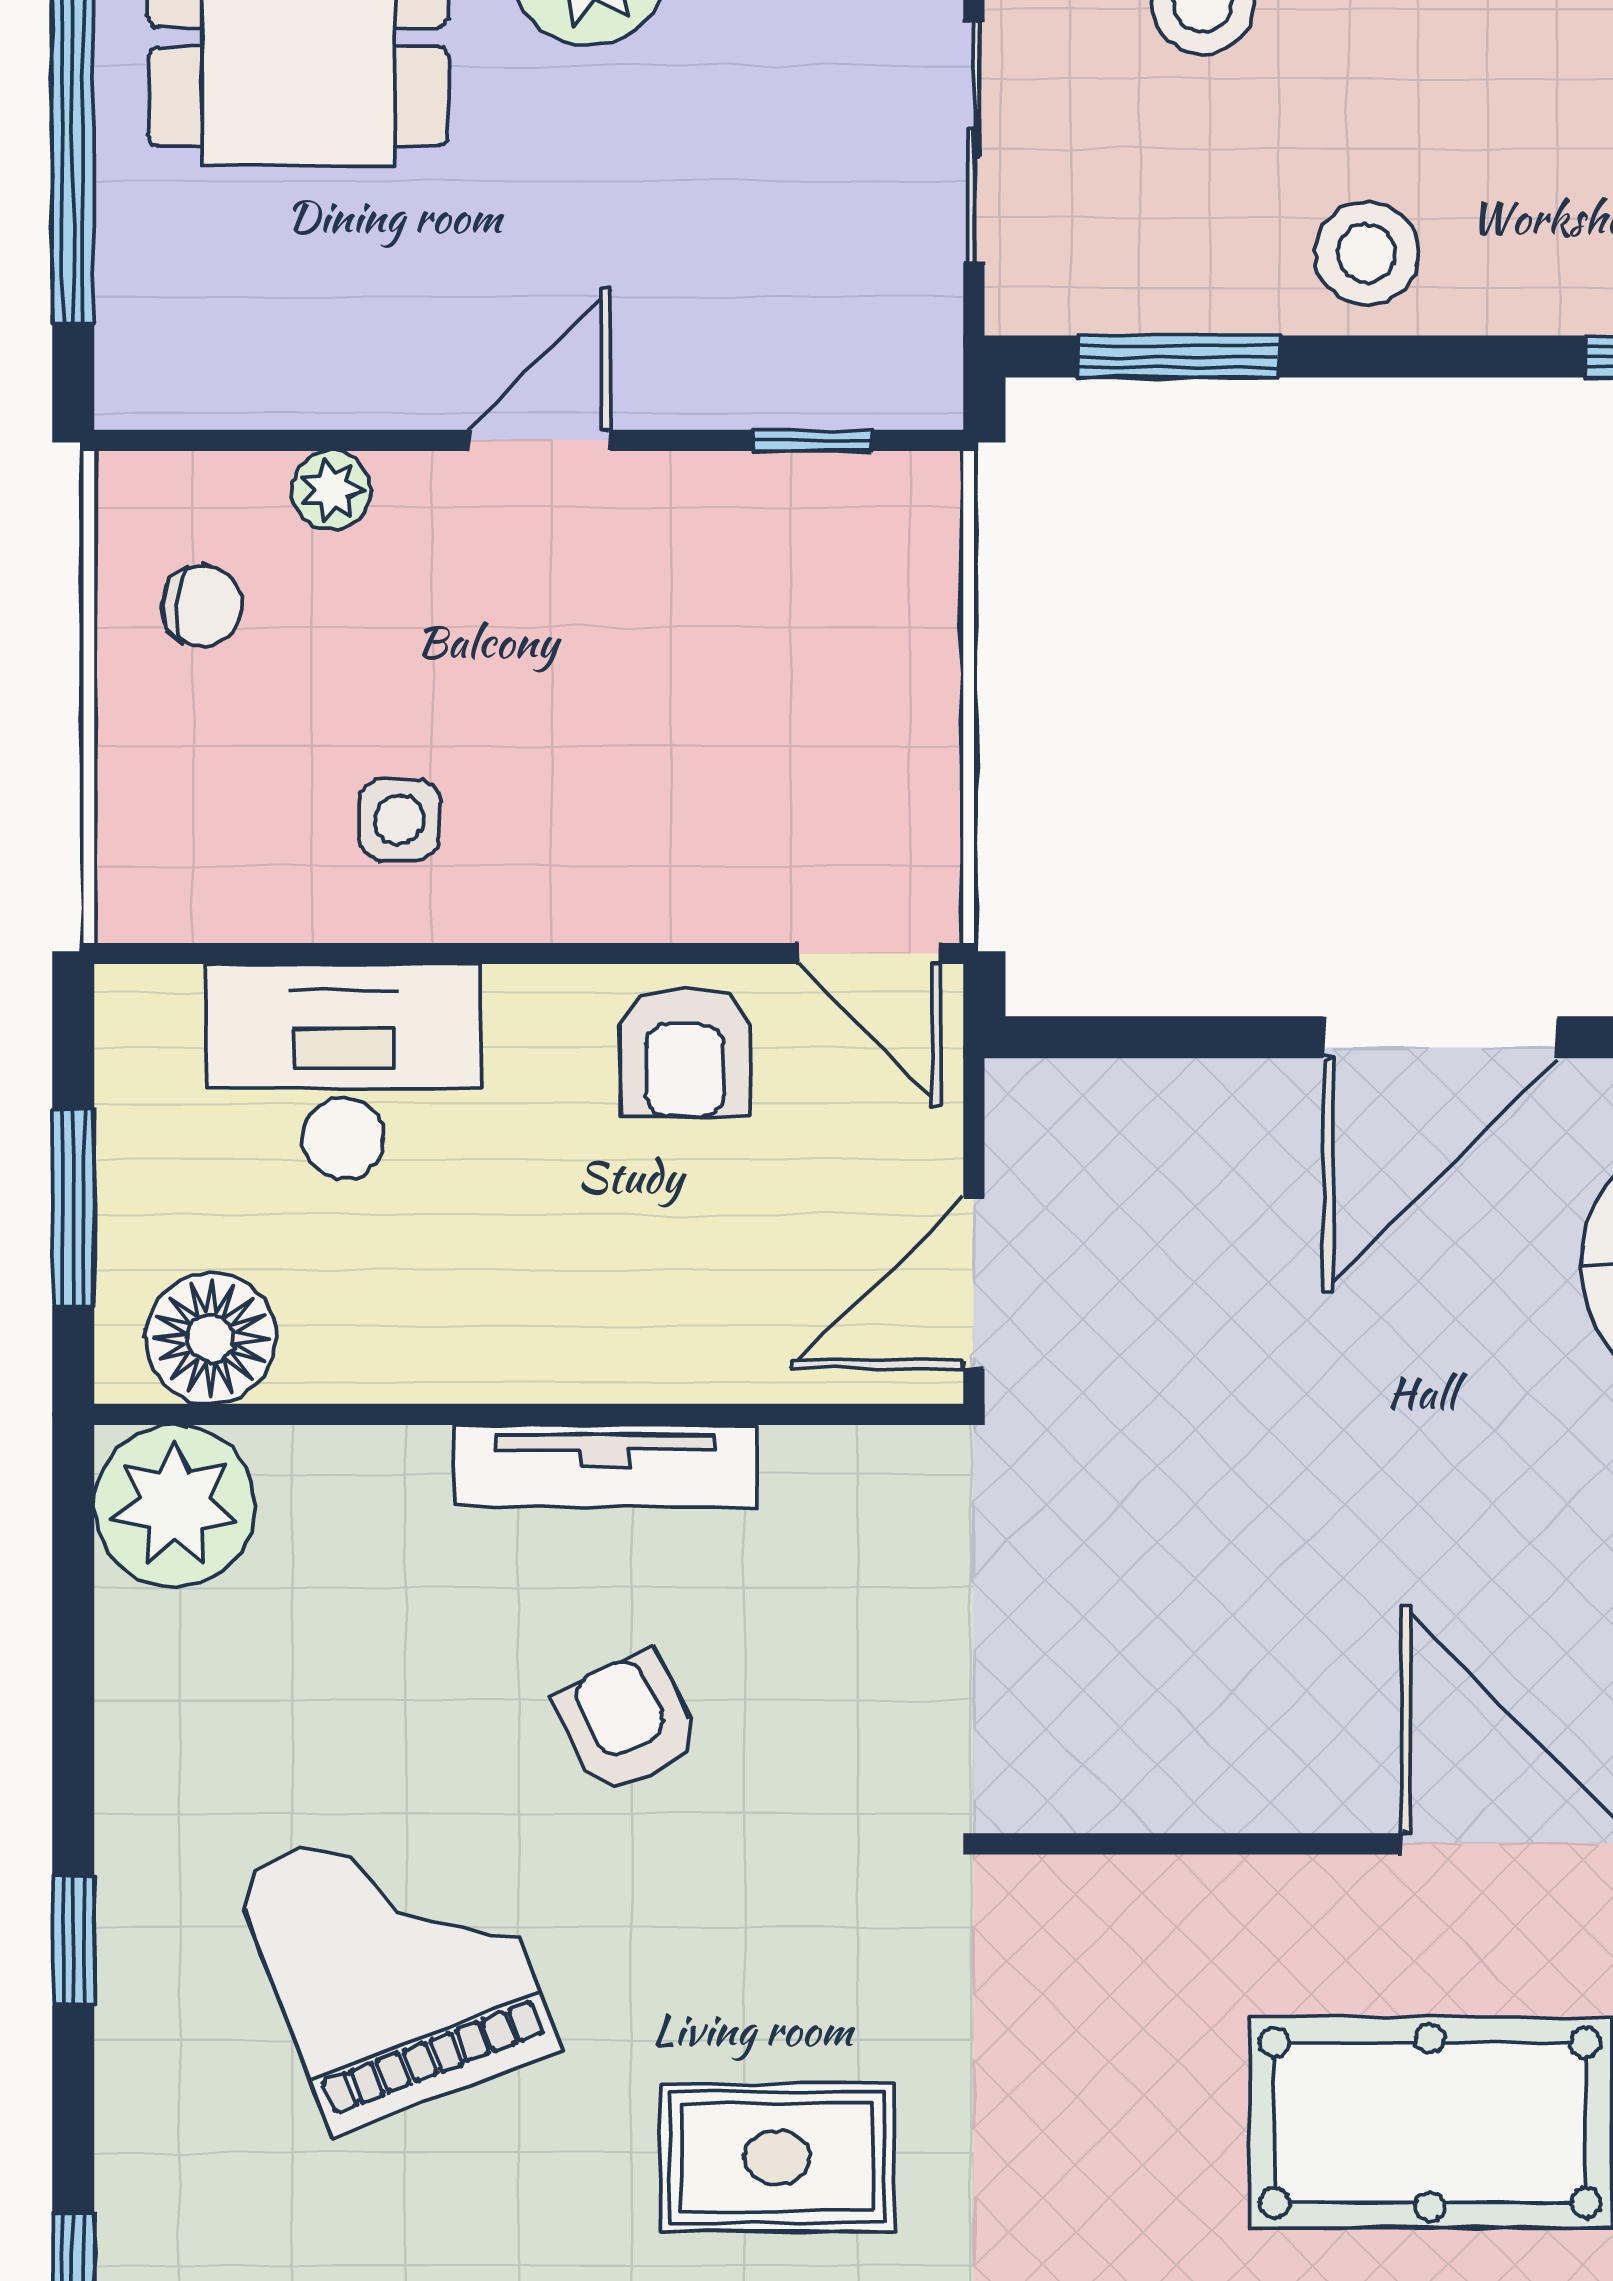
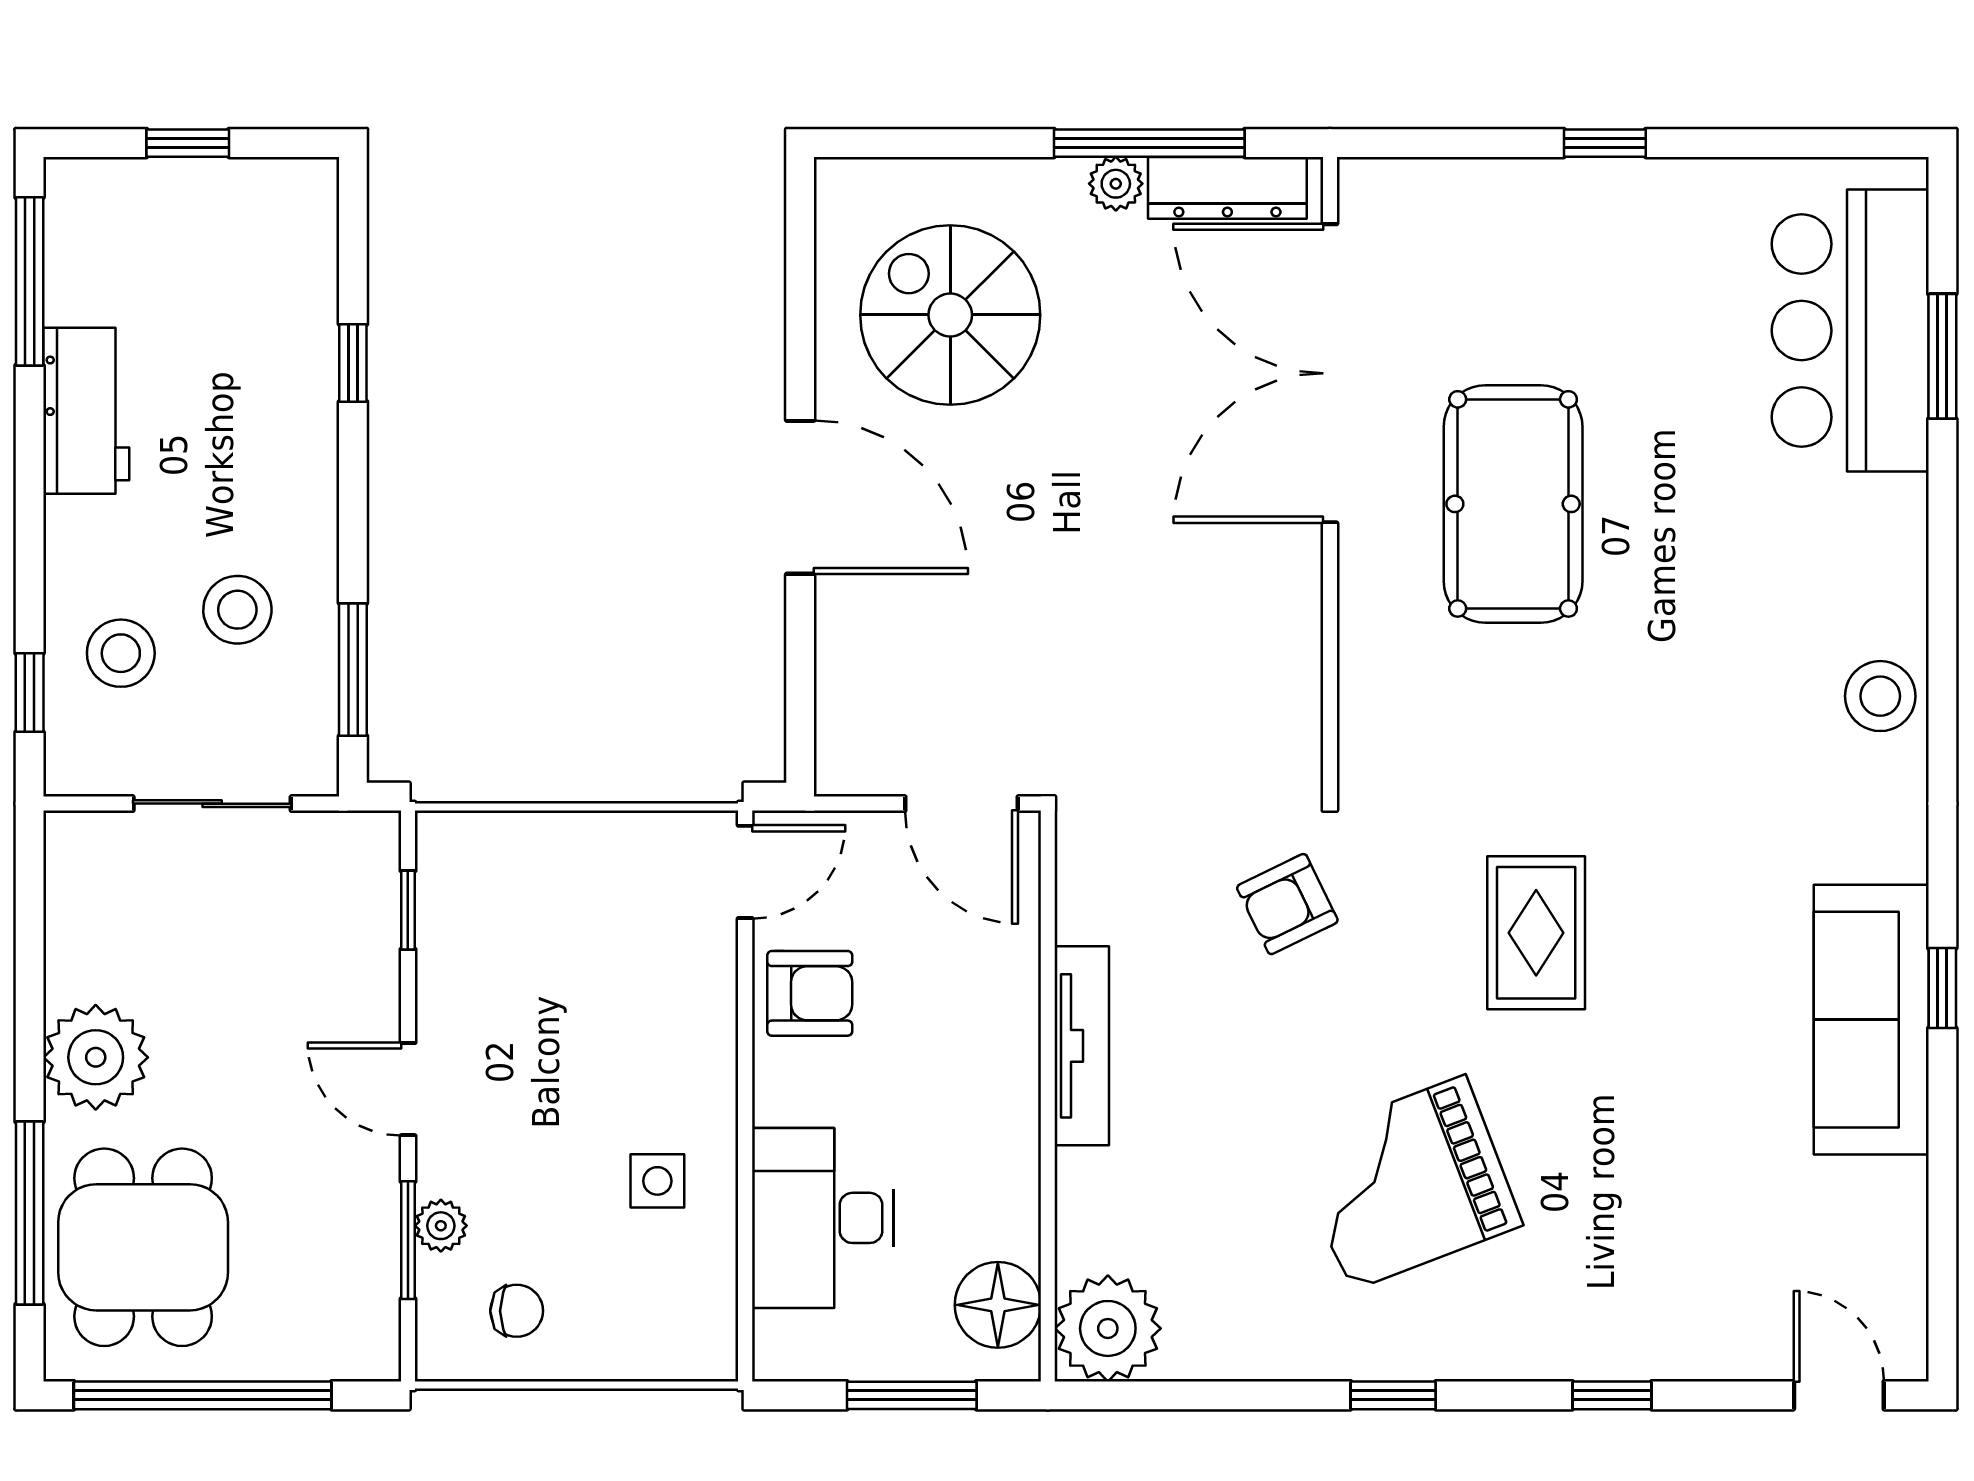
stool: (1367, 254) -> (237, 610), moved
window: (309, 440) -> (408, 1240), added
chair: (202, 606) -> (517, 1311), turned 86
armchair: (627, 1723) -> (1287, 904), moved

